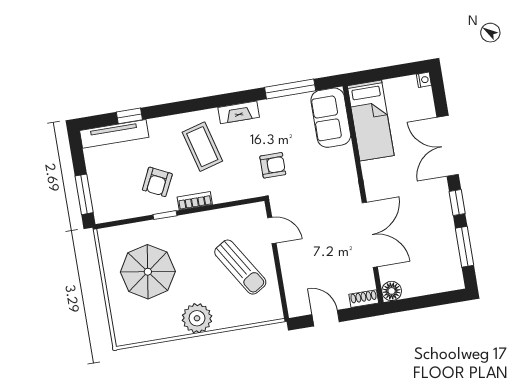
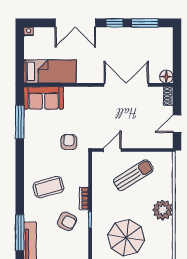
fireplace: (239, 112) -> (30, 159), removed
window: (129, 116) -> (20, 233), width x2.17

